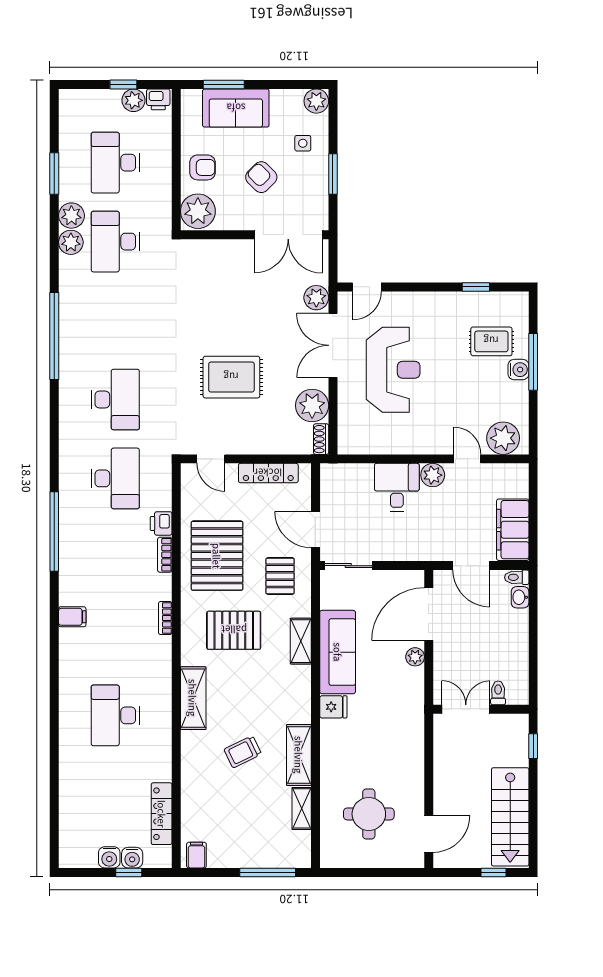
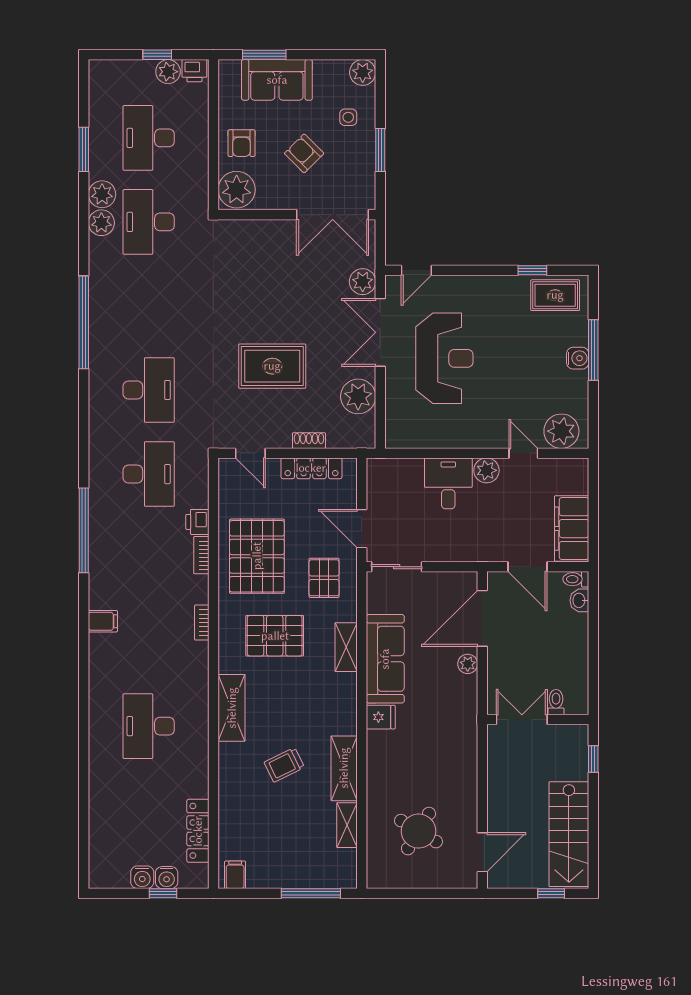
armchair: (203, 167) -> (241, 143), turned 90
rug: (491, 341) -> (555, 295), moved
shoe rack: (321, 439) -> (309, 441), moved, turned 90
round table: (369, 814) -> (418, 831), turned 31

